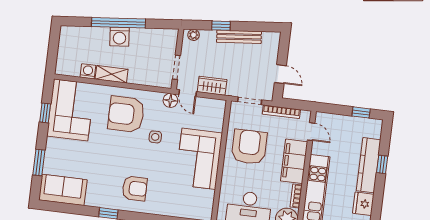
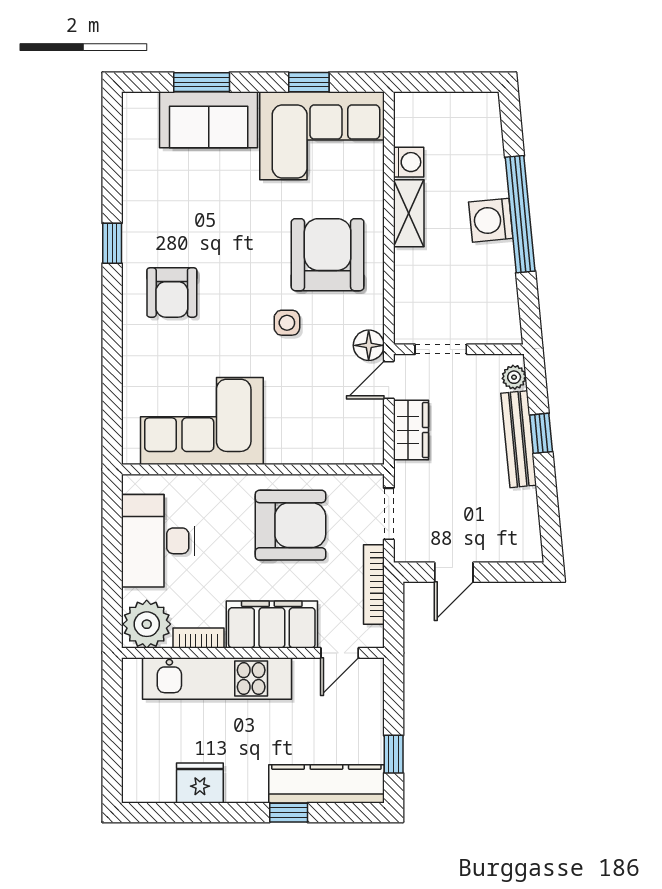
bench: (239, 37) -> (519, 439), moved
corner sofa: (199, 159) -> (202, 421), moved
kitchen counter: (368, 165) -> (326, 784), moved
sofa: (63, 190) -> (209, 120), moved, turned 90

